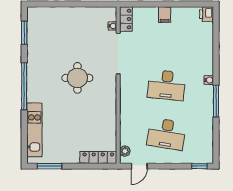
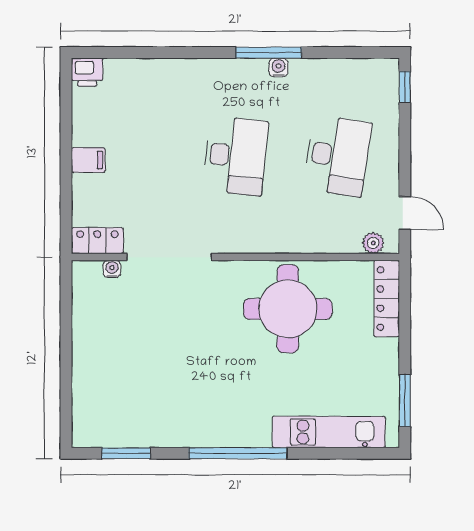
round table: (77, 78) -> (288, 309), moved, width x1.36, depth x1.36
water cooler: (209, 80) -> (279, 67), moved

